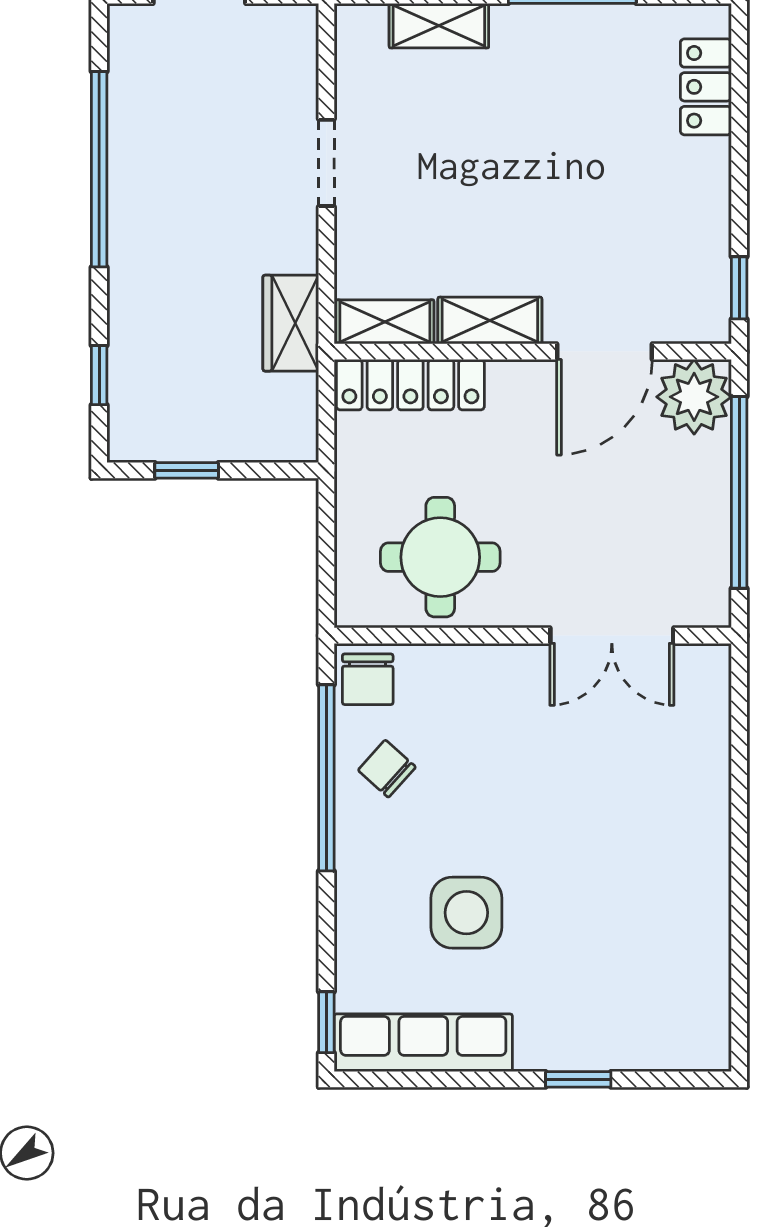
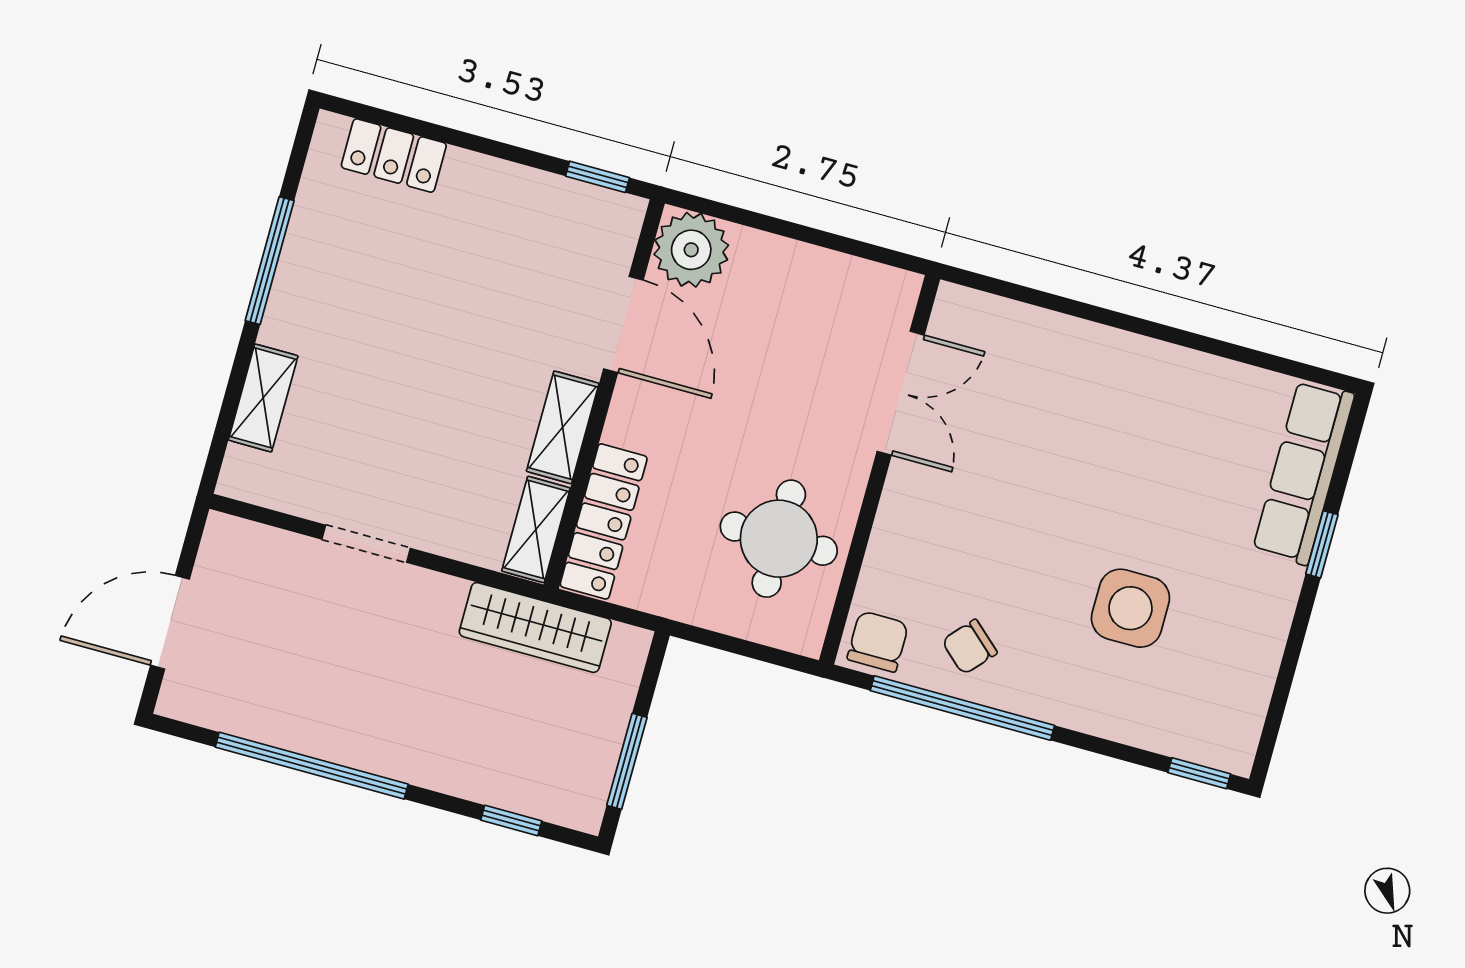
wardrobe: (291, 323) -> (535, 627), width x1.50
window: (187, 470) -> (627, 761), width x1.50
window: (739, 492) -> (796, 231), removed
chair: (368, 679) -> (878, 642), turned -90
row of seats: (423, 1043) -> (1304, 472), moved

